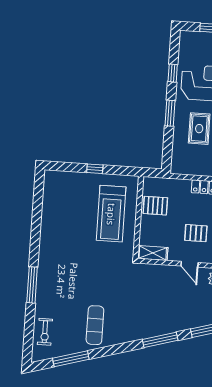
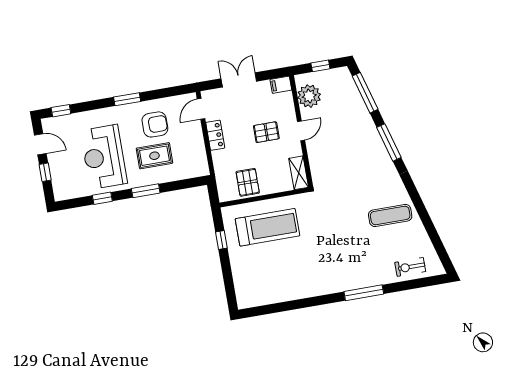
window: (95, 169) -> (221, 240), moved
pallet: (196, 233) -> (266, 132), turned 90
exercise bike: (45, 332) -> (410, 267), turned 180
window: (71, 359) -> (432, 232), removed

